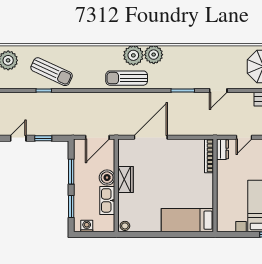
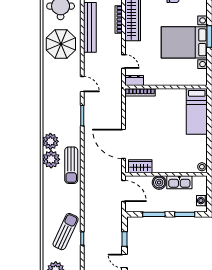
wardrobe: (125, 179) -> (140, 166), moved

